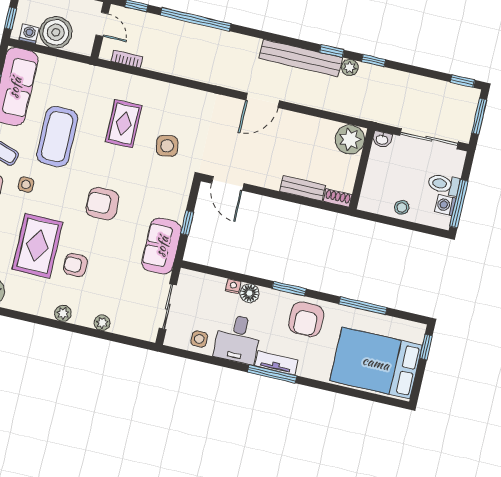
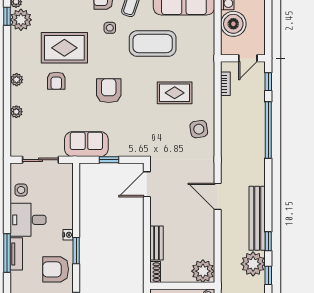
plant: (350, 67) -> (253, 264), width x1.87, depth x1.87
side table: (167, 146) -> (199, 129), moved
armchair: (75, 265) -> (56, 81), turned 180
nightstand: (233, 286) -> (68, 235), moved
floor lamp: (250, 293) -> (66, 221), removed

